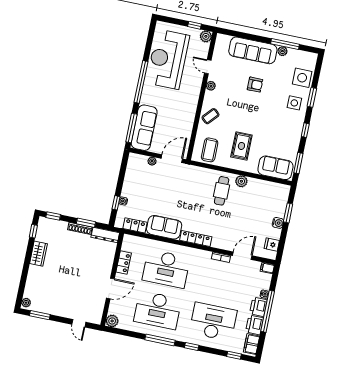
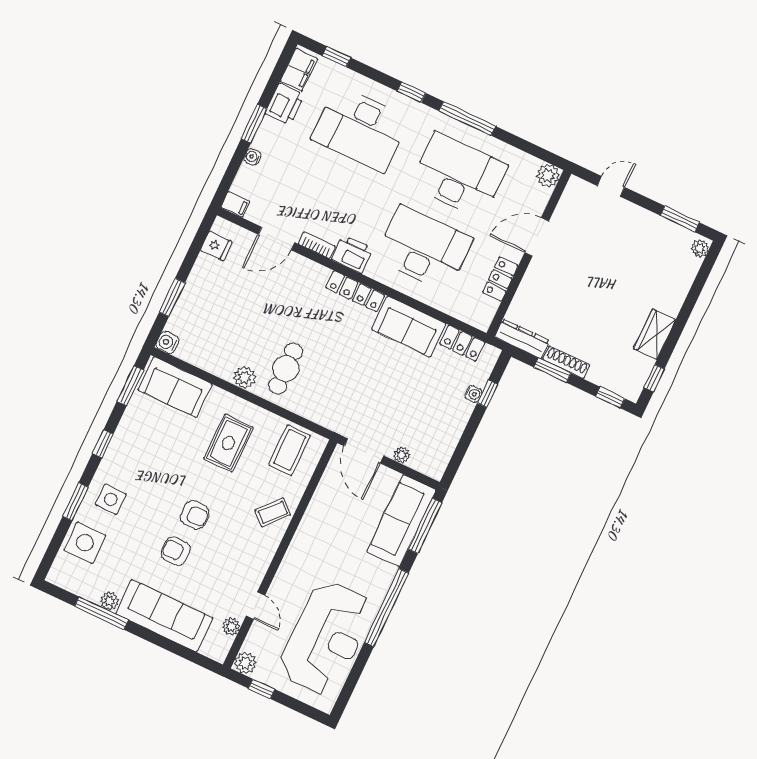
plant: (211, 86) -> (231, 627), moved
armchair: (250, 105) -> (195, 515), added
door: (172, 159) -> (364, 451), hinge flipped
water cooler: (278, 223) -> (167, 342), moved
printer: (258, 307) -> (352, 254), moved, turned -90
window: (268, 311) -> (254, 124), width x0.47
door: (79, 323) -> (611, 186), hinge flipped

